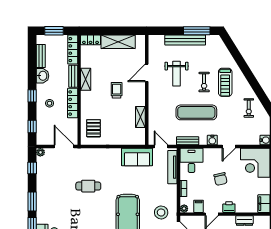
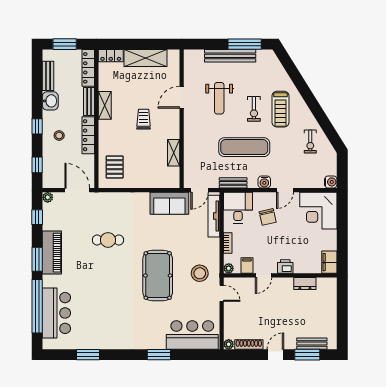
door: (161, 146) -> (200, 190), swing flipped
chair: (220, 179) -> (268, 217), moved
piano: (44, 196) -> (52, 253), added

